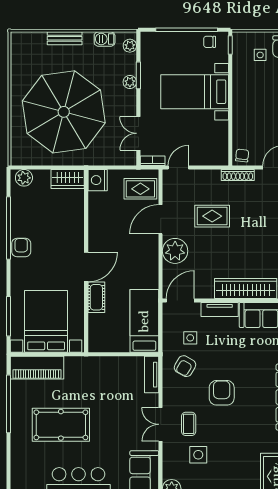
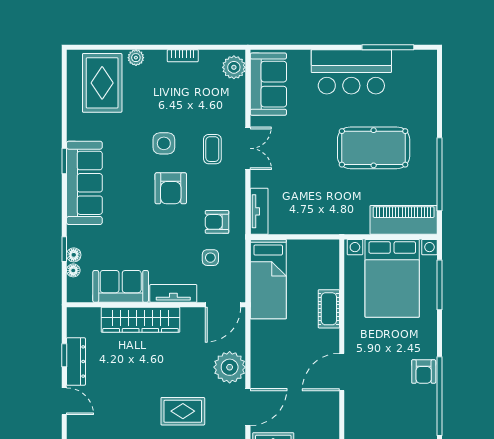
door: (86, 267) -> (342, 372), moved
armchair: (185, 366) -> (217, 222), turned -120
side table: (198, 455) -> (164, 143), moved

